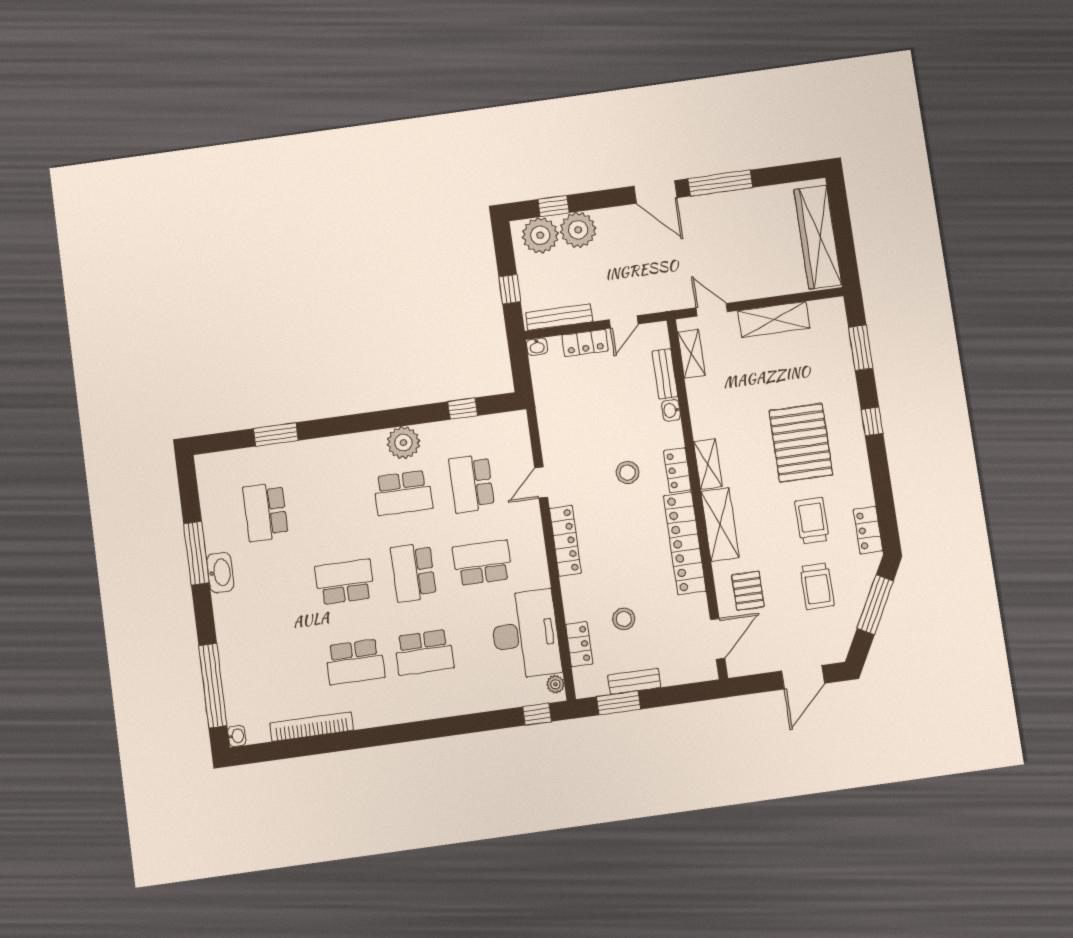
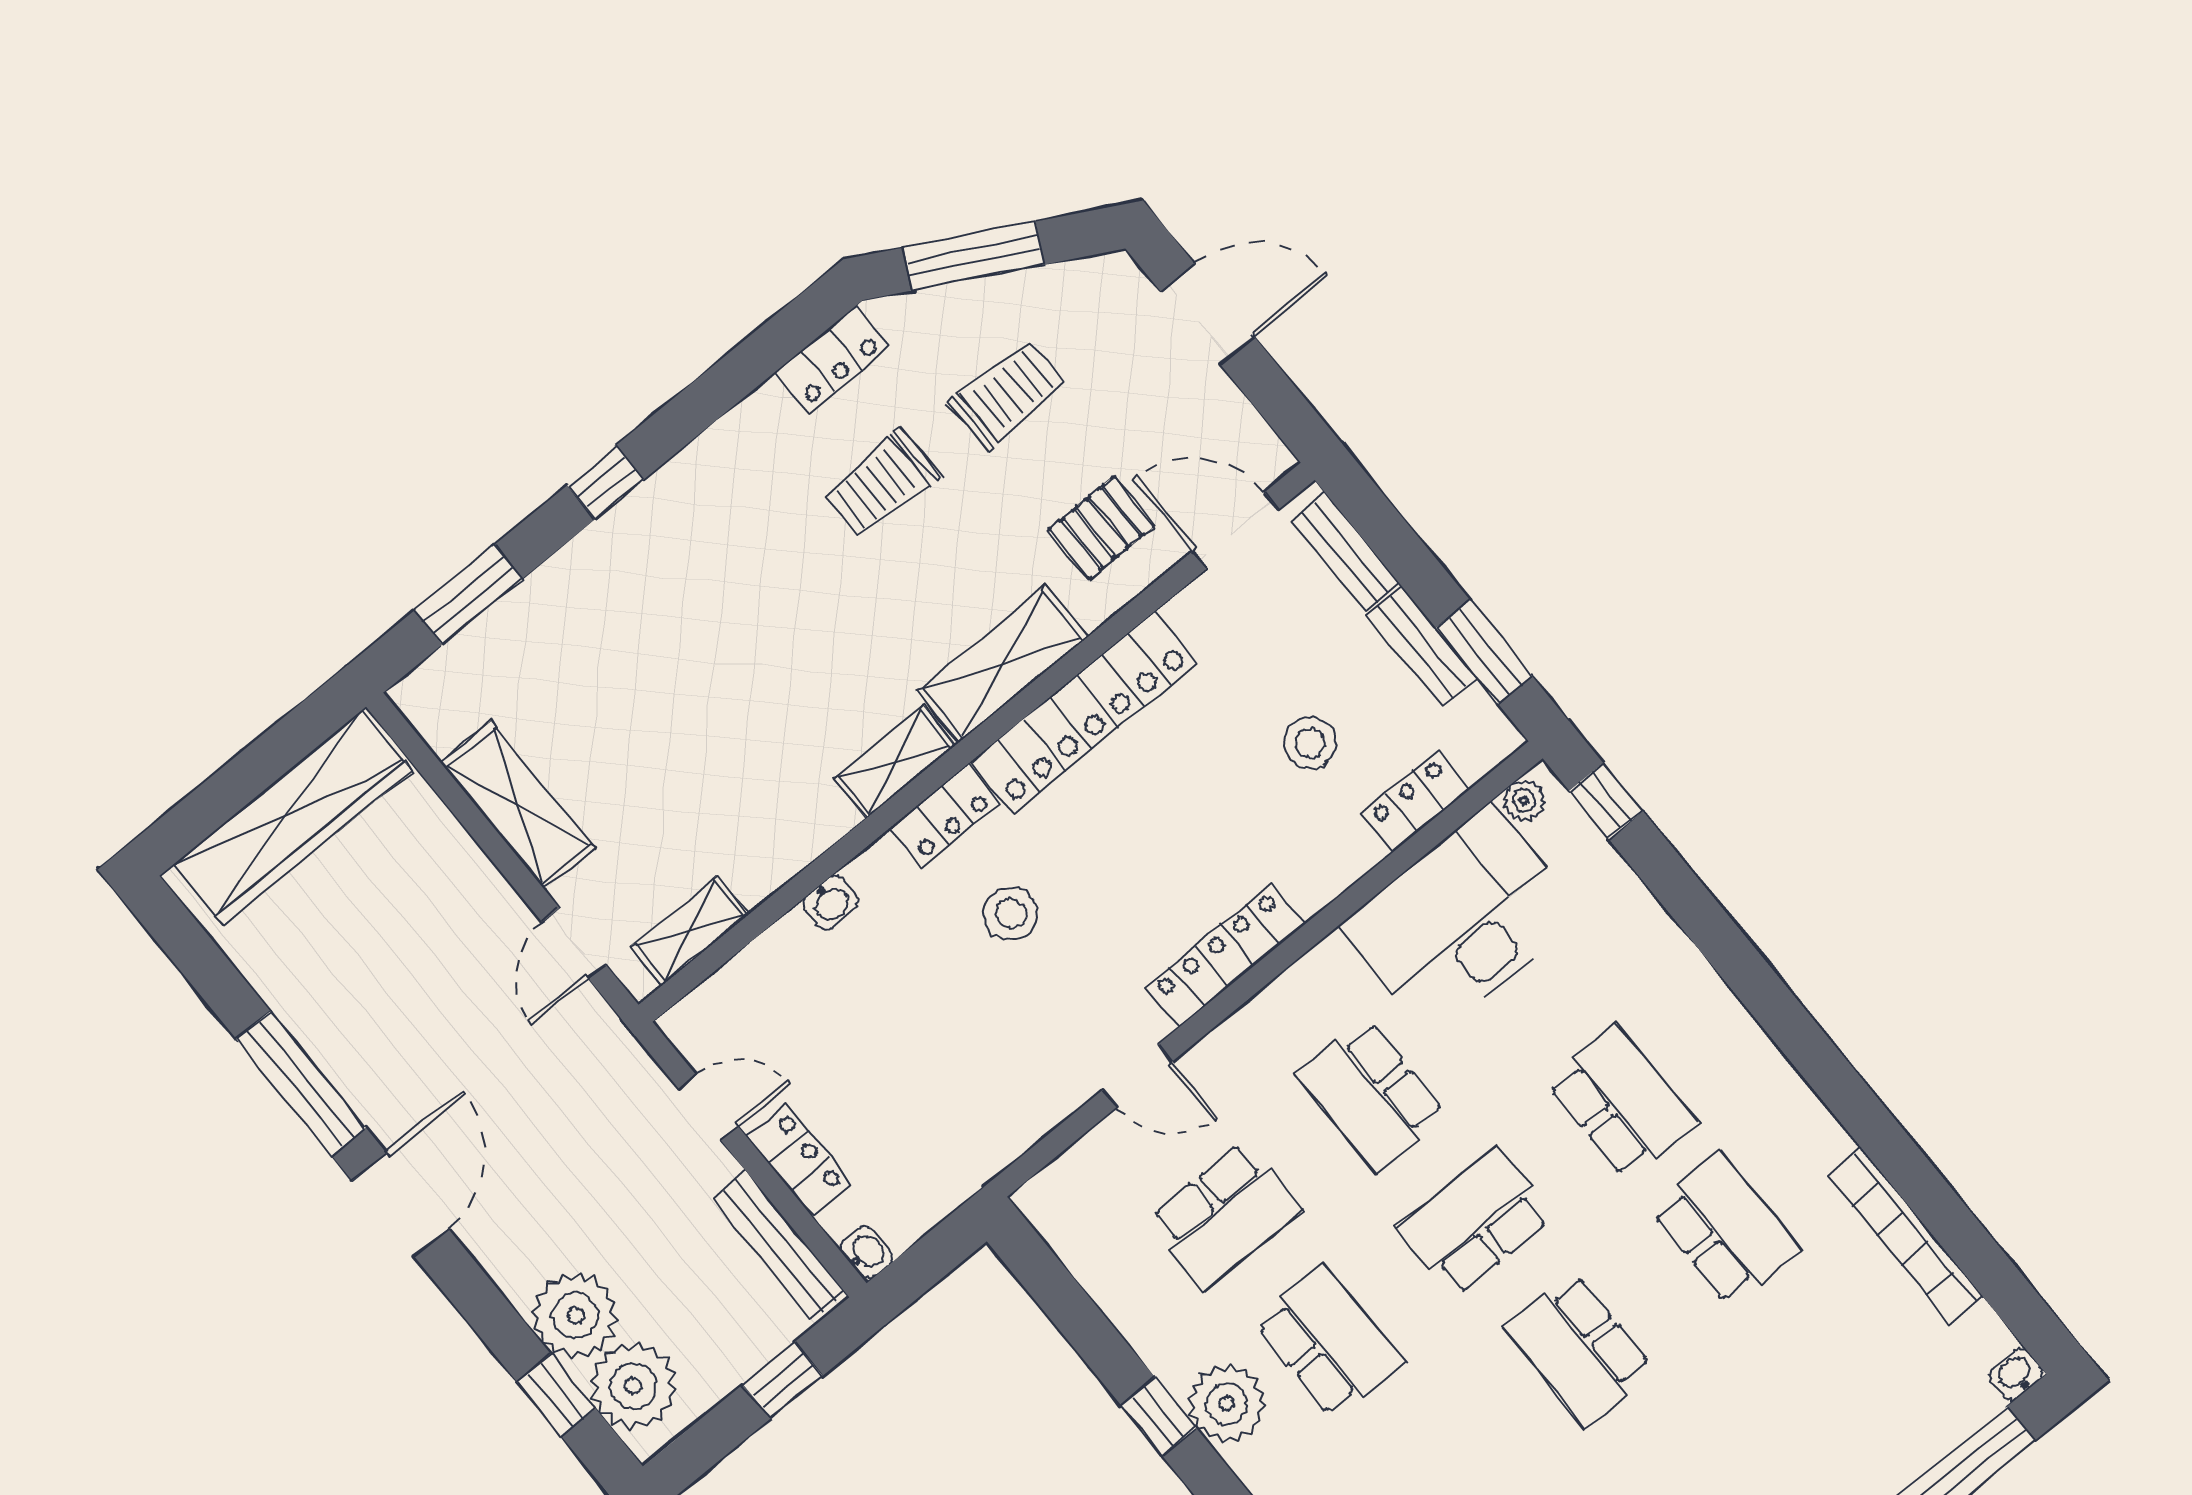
bench: (665, 374) -> (1345, 552), moved, turned 90
window: (463, 409) -> (1159, 1417), moved
pallet: (801, 443) -> (737, 600), removed
school desk: (413, 572) -> (1475, 1222), turned 180

